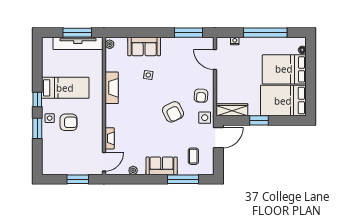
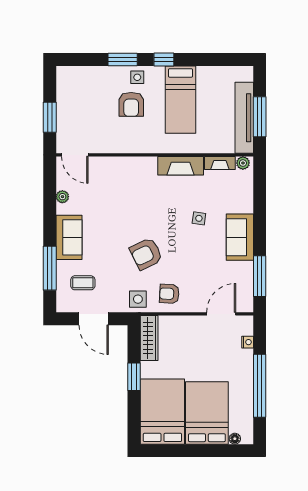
sofa: (144, 46) -> (240, 237), moved
fireplace: (110, 138) -> (220, 163), moved
door: (218, 138) -> (94, 319), moved

